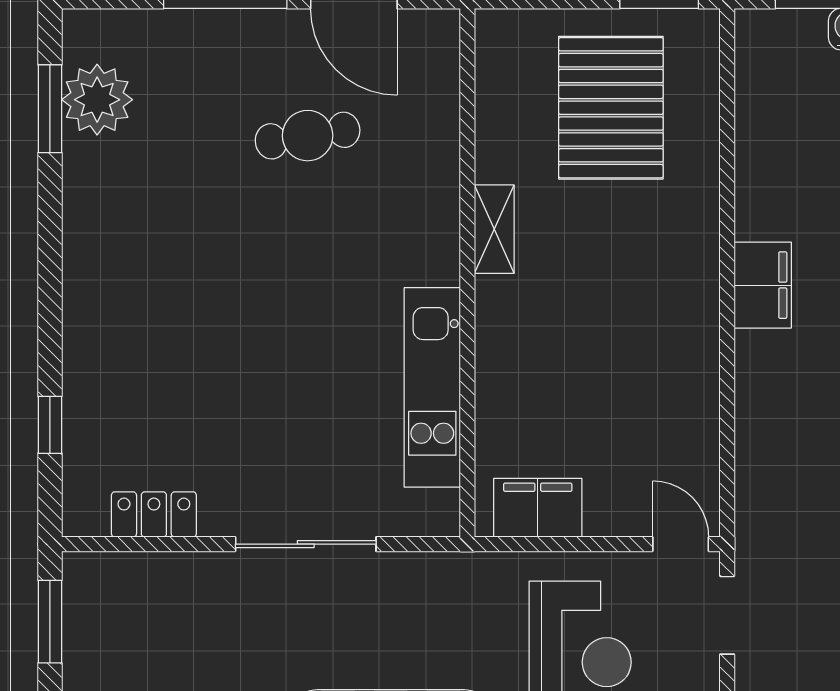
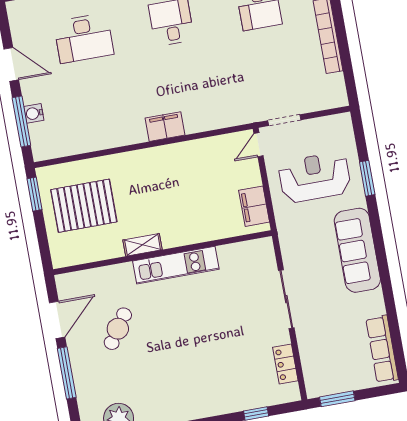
cafe table: (308, 136) -> (118, 329), turned 43
filing cabinet: (763, 285) -> (165, 127), moved
kitchen unit: (432, 387) -> (176, 265), moved

